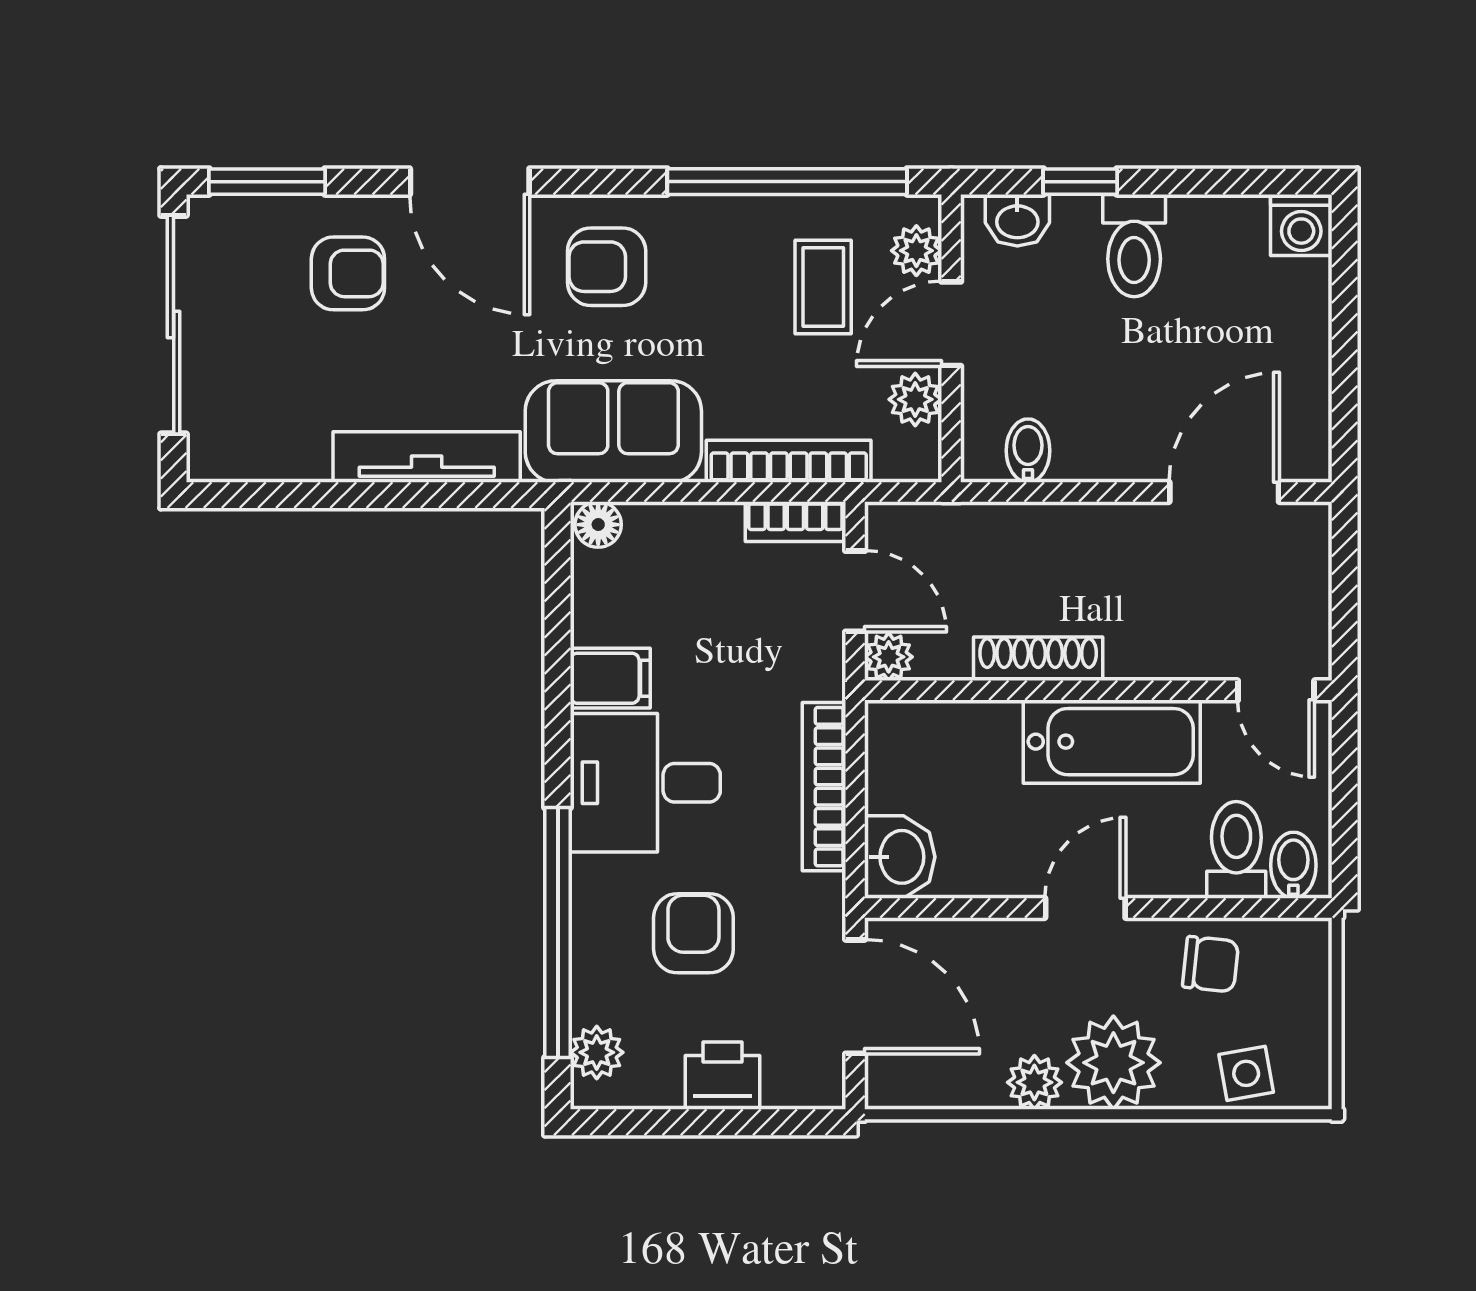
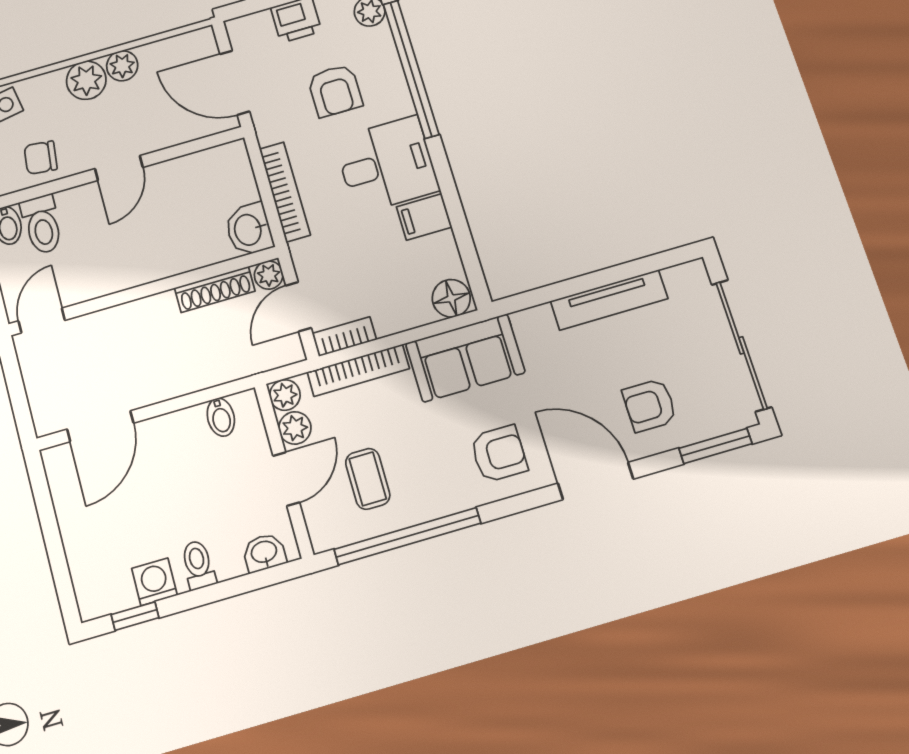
window: (1080, 182) -> (135, 616), moved
washing machine: (1301, 225) -> (154, 582), moved
toilet: (1134, 246) -> (198, 565), width x0.73, depth x0.72
plant: (916, 251) -> (285, 395), moved
tv unit: (427, 457) -> (609, 300), moved
floor lamp: (598, 525) -> (451, 298), width x1.37, depth x1.37
door: (855, 591) -> (298, 307), hinge flipped
shoe rack: (1038, 659) -> (215, 290), moved
door: (1276, 690) -> (42, 321), hinge flipped
bathtub: (1112, 742) -> (128, 264), removed
washbasin: (900, 857) -> (249, 229), moved
plant: (1113, 1063) -> (86, 80), width x0.73, depth x0.73

